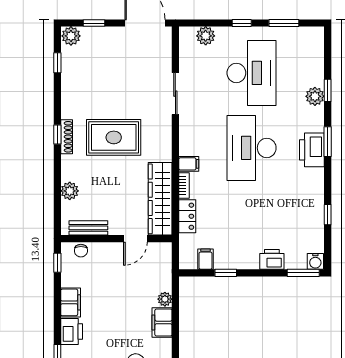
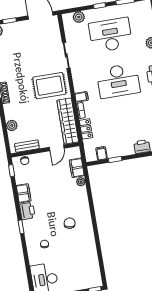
desk: (252, 73) -> (111, 35), turned -90
rug: (114, 137) -> (49, 86), moved
desk: (252, 148) -> (118, 81), turned -90
filing cabinet: (162, 322) -> (77, 168), moved

